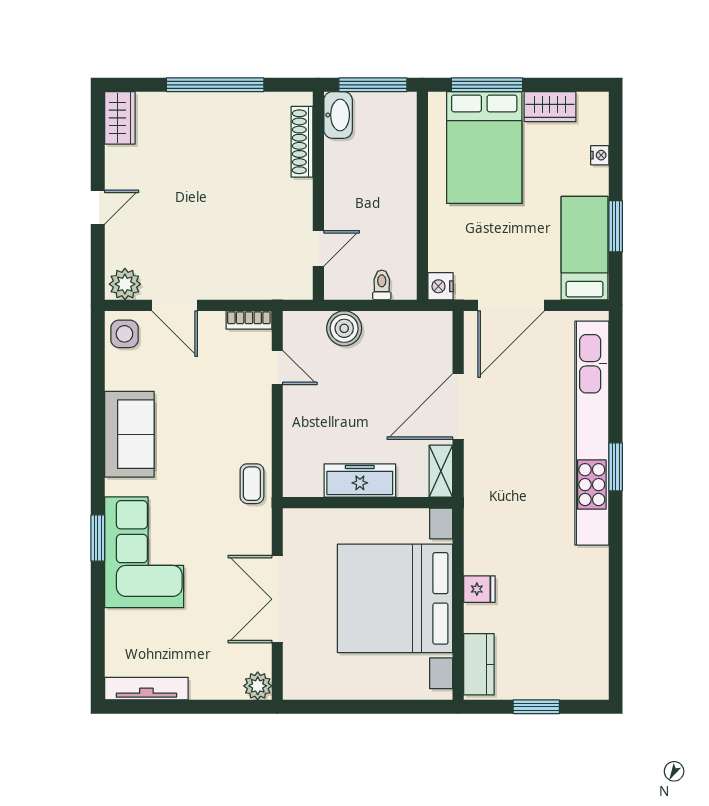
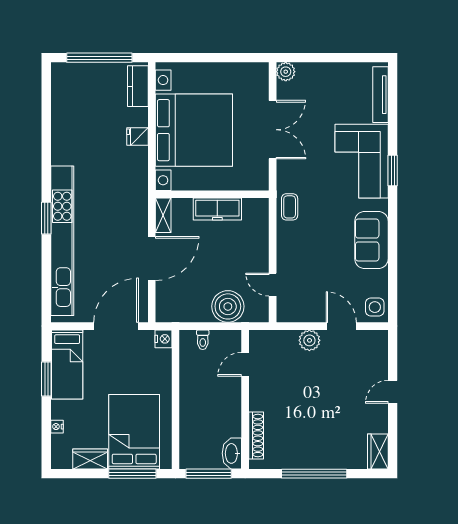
plant: (125, 284) -> (309, 340), moved
bookcase: (249, 320) -> (292, 316), removed
boiler: (344, 328) -> (228, 306), width x1.37, depth x1.37
tv unit: (146, 689) -> (380, 95), moved, turned 90
window: (536, 707) -> (99, 58), width x2.11

